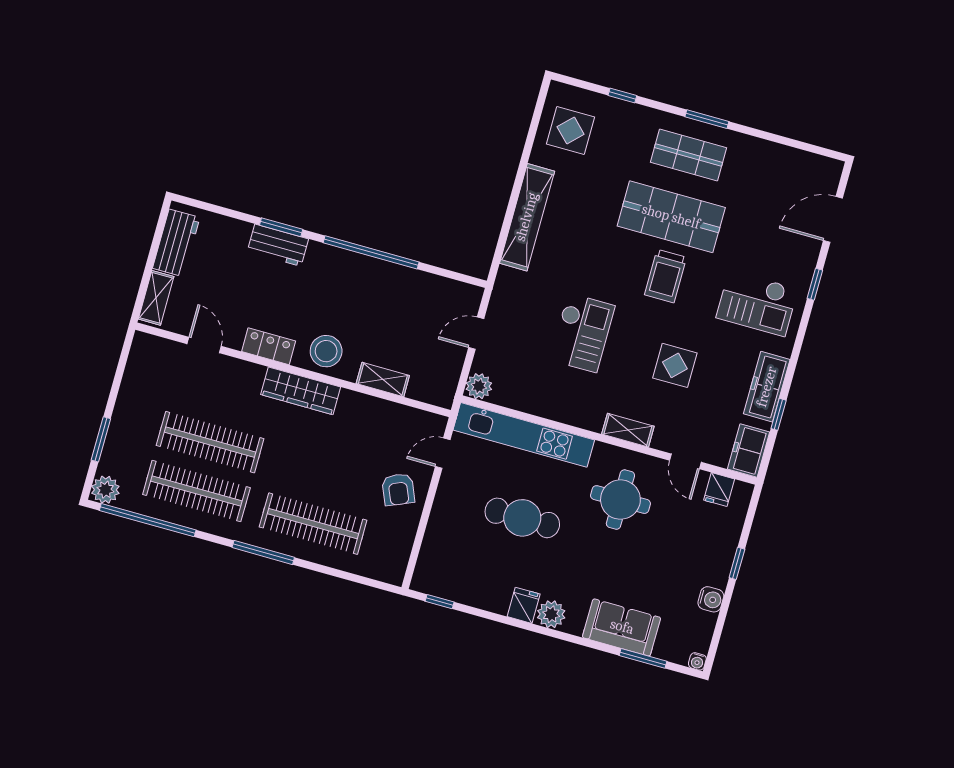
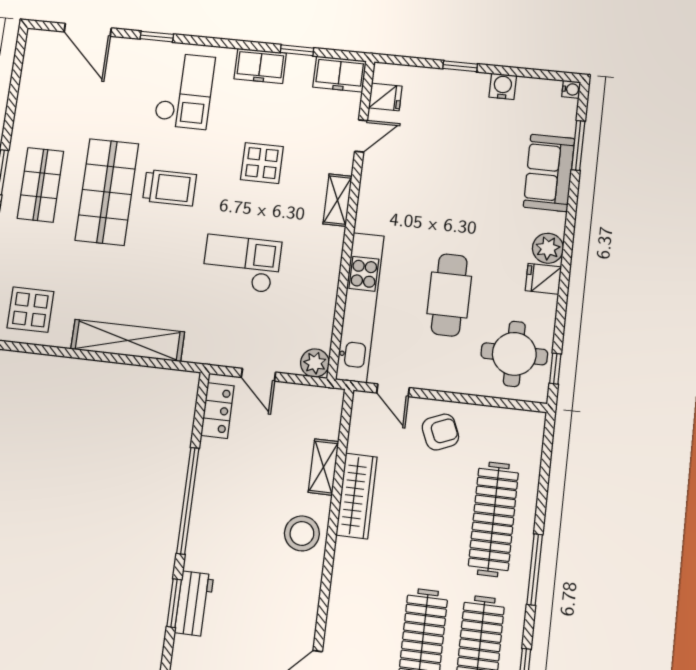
locker: (269, 346) -> (217, 411), moved, turned 180
freezer: (767, 387) -> (260, 66), width x0.71
wardrobe: (301, 391) -> (357, 496), moved
round table: (620, 500) -> (514, 354), moved

